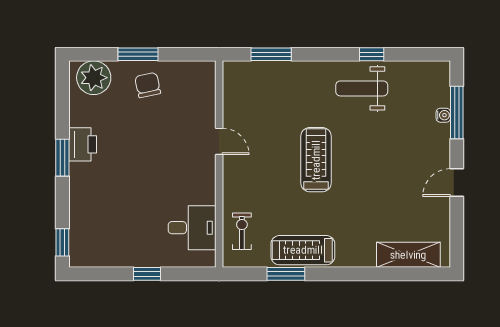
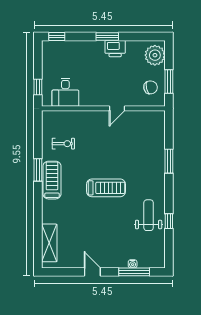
door: (219, 141) -> (117, 108), moved
wall: (219, 164) -> (103, 108), moved
desk: (192, 228) -> (65, 92), moved

